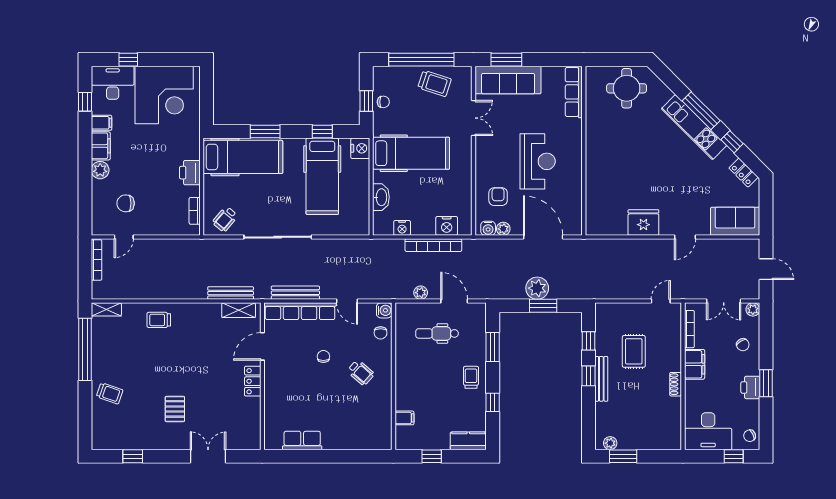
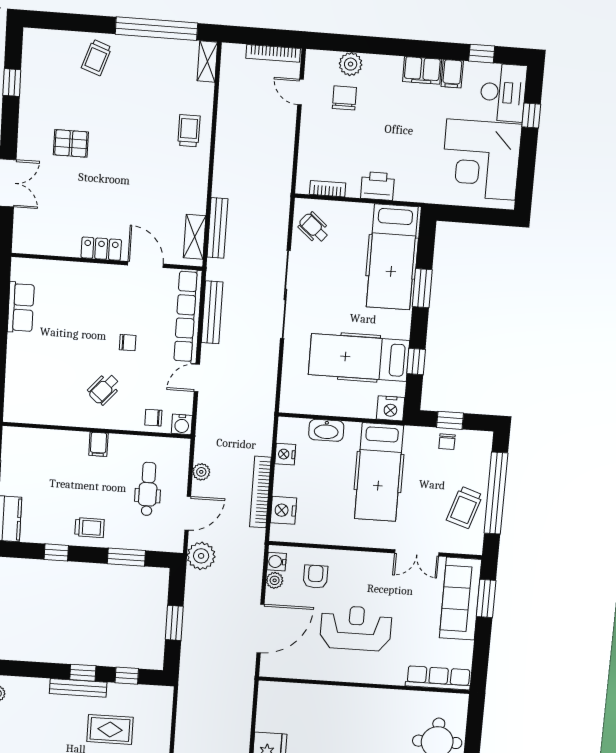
reception desk: (538, 161) -> (356, 628), turned 180
plant: (100, 170) -> (351, 64), moved
armchair: (498, 197) -> (316, 577), turned -90
plant: (537, 288) -> (201, 556), moved
filing cabinet: (404, 418) -> (98, 444), moved

